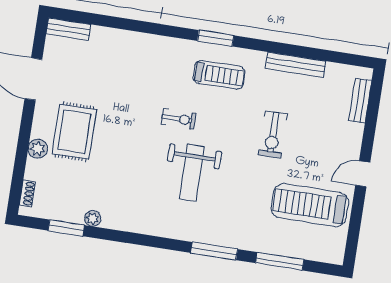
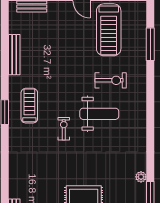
exercise bike: (273, 135) -> (111, 80), moved
window: (214, 251) -> (150, 90), removed

